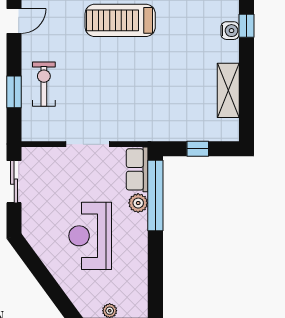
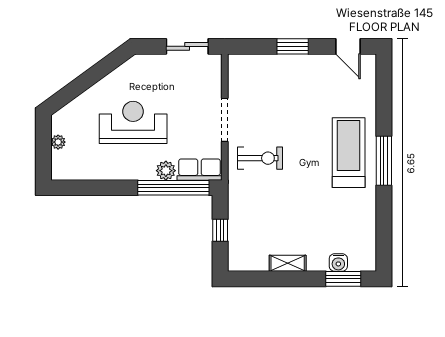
window: (246, 26) -> (343, 279), width x1.50
exercise bike: (44, 84) -> (260, 158), moved
shelving: (228, 90) -> (288, 263), width x0.67, depth x0.75
window: (14, 92) -> (293, 46), moved

